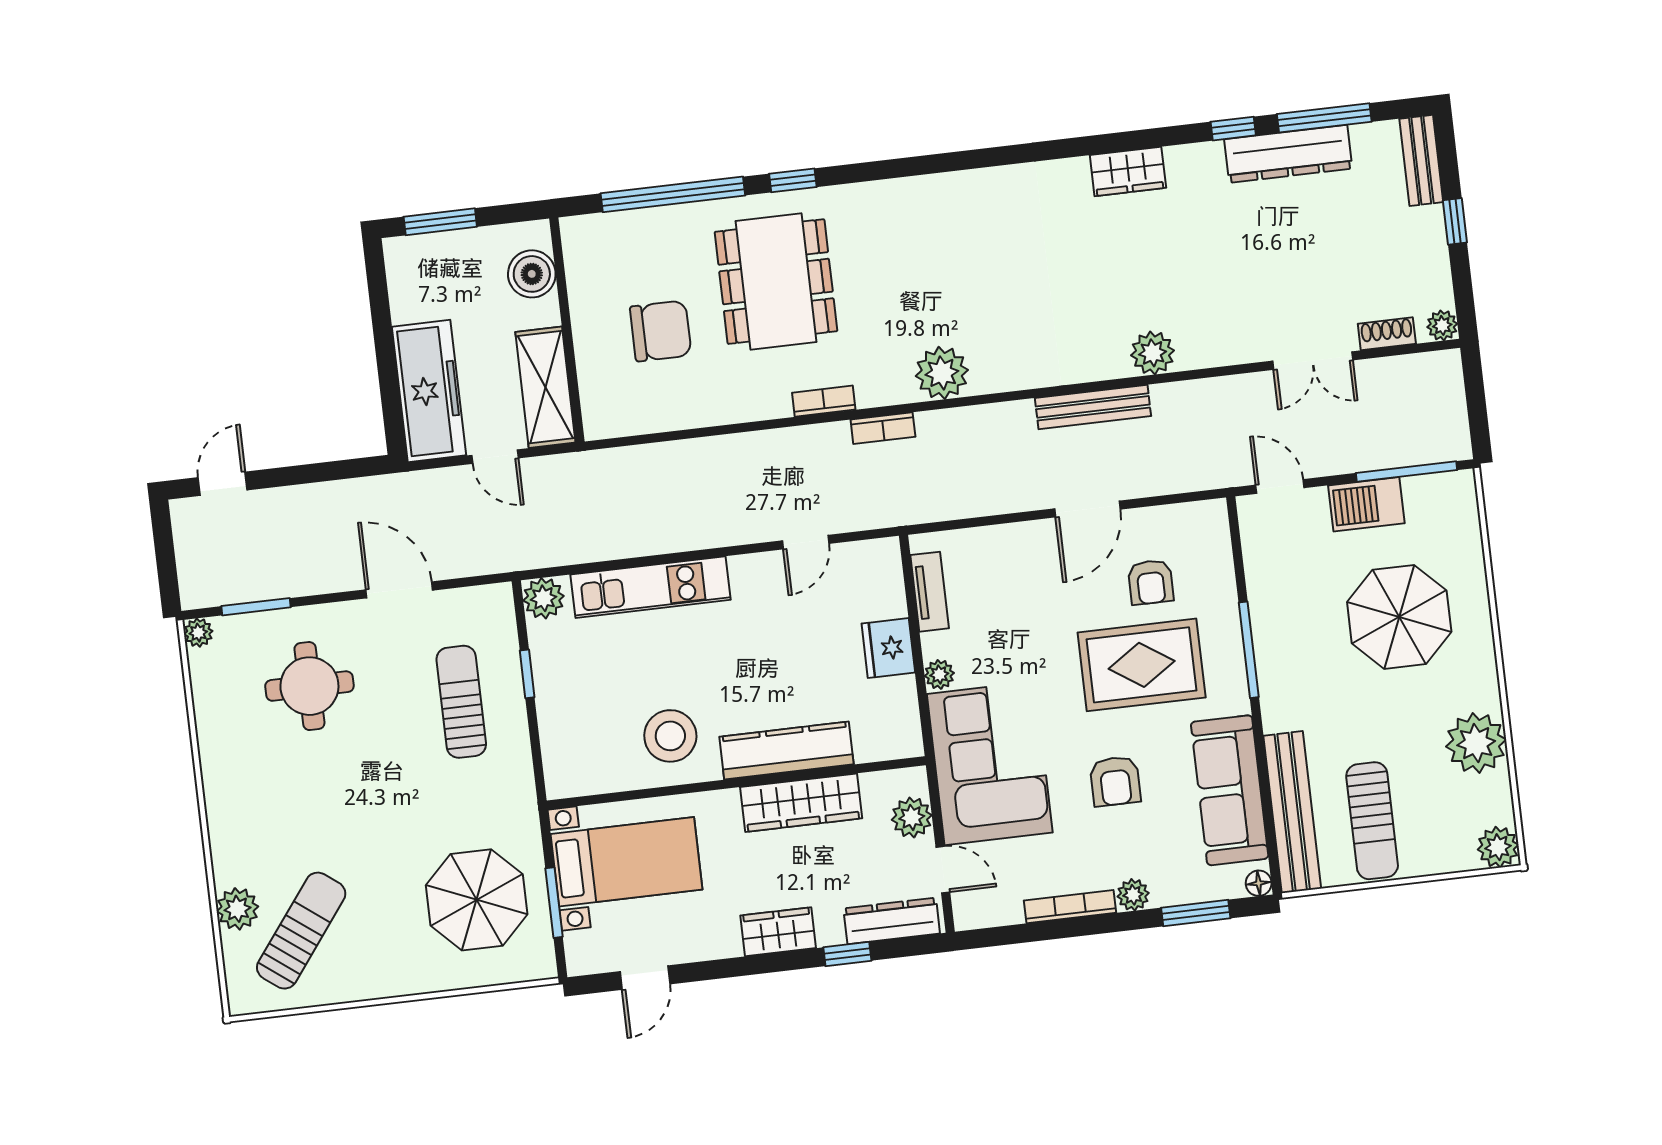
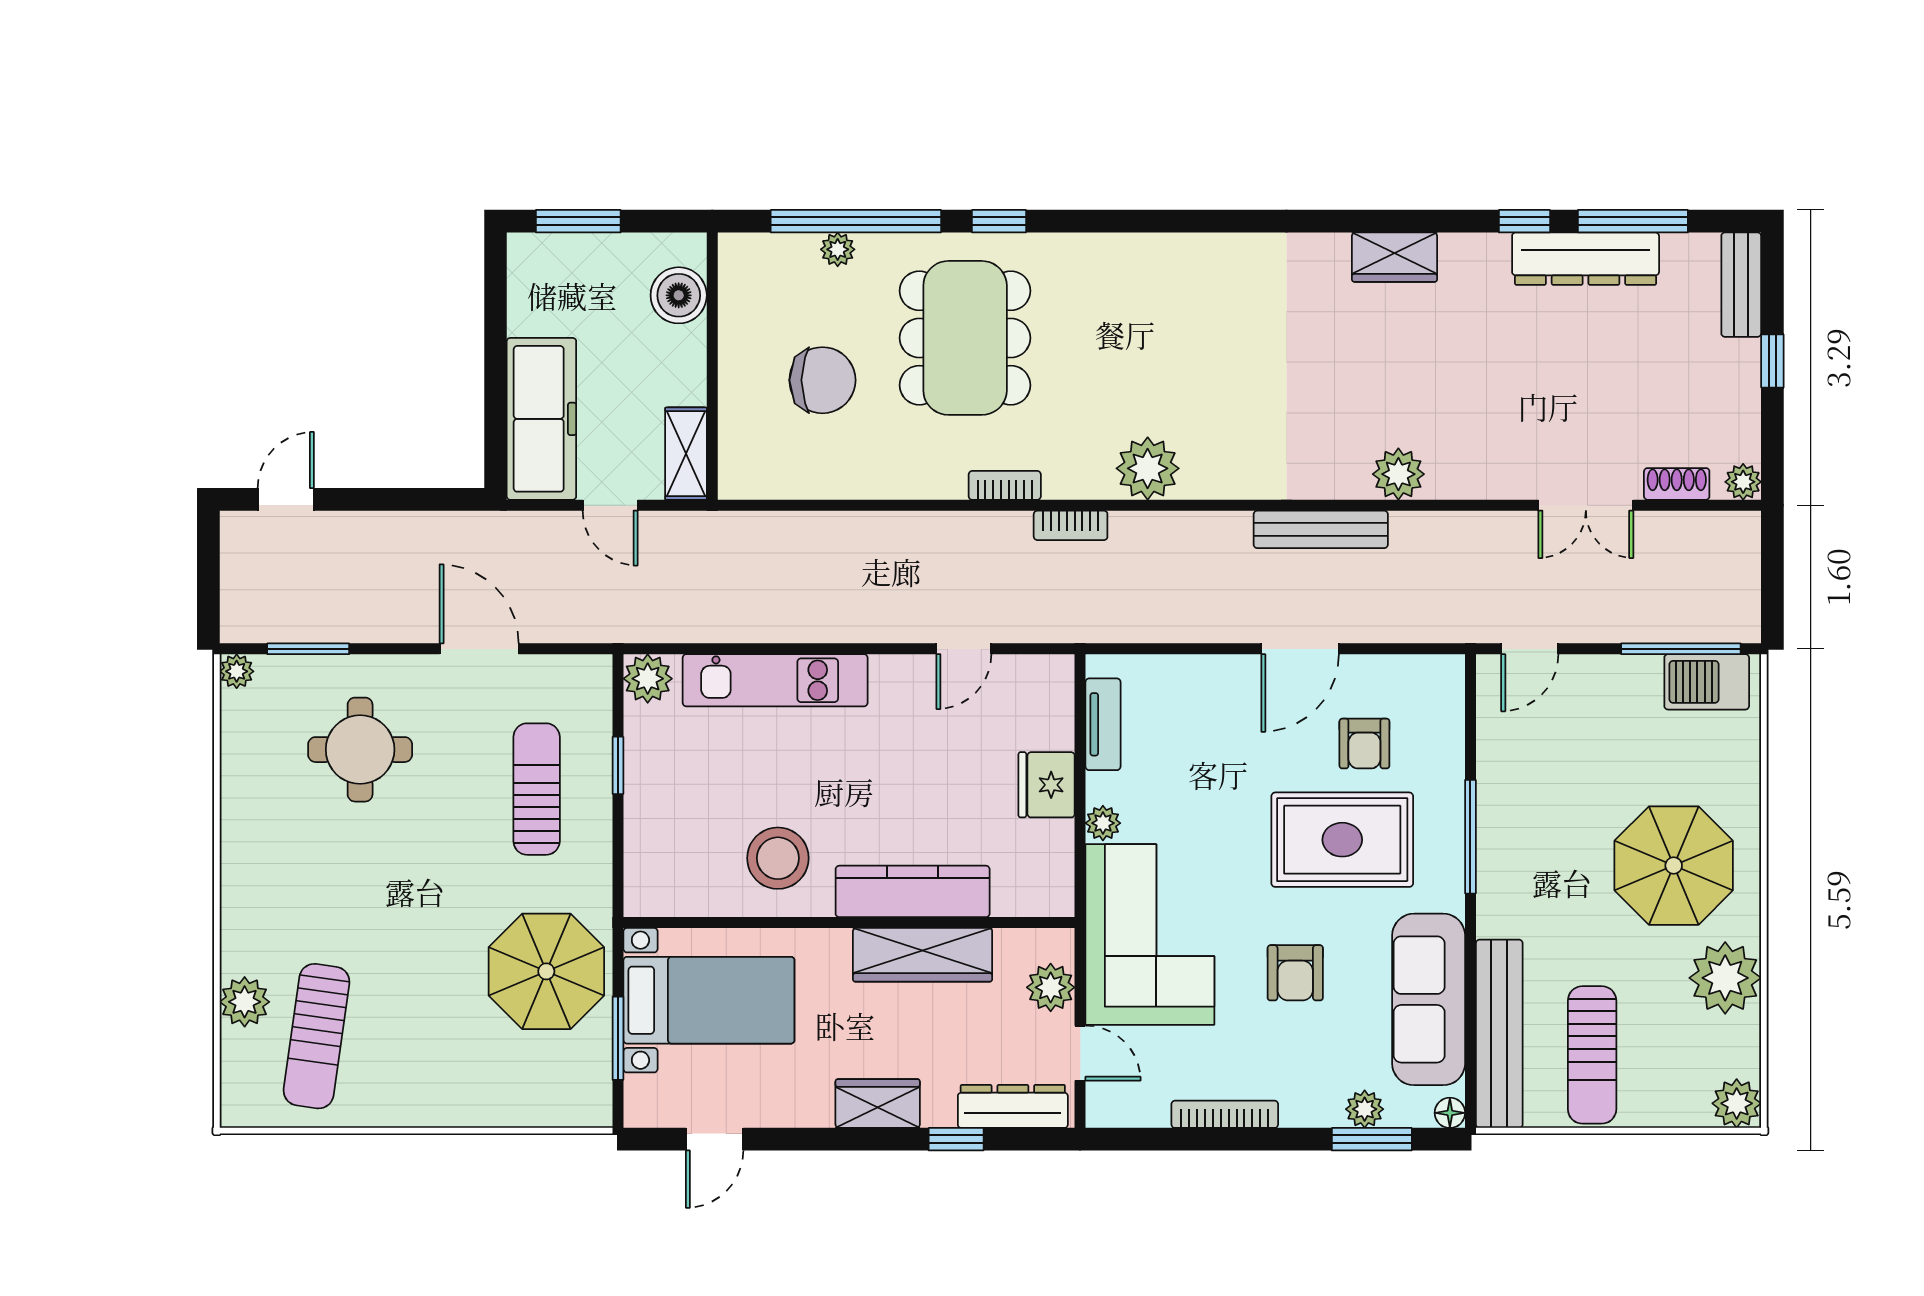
plant: (661, 220) -> (838, 249), added
shelving: (545, 387) -> (686, 454), width x0.67, depth x0.75
door: (1280, 486) -> (1530, 649), swing flipped
barbecue: (1366, 504) -> (1707, 682), moved
parasol: (1399, 617) -> (1674, 866), moved
plant: (1133, 895) -> (1365, 1109), moved
parasol: (477, 900) -> (546, 971), moved
sun lounger: (301, 931) -> (316, 1036), turned 151

